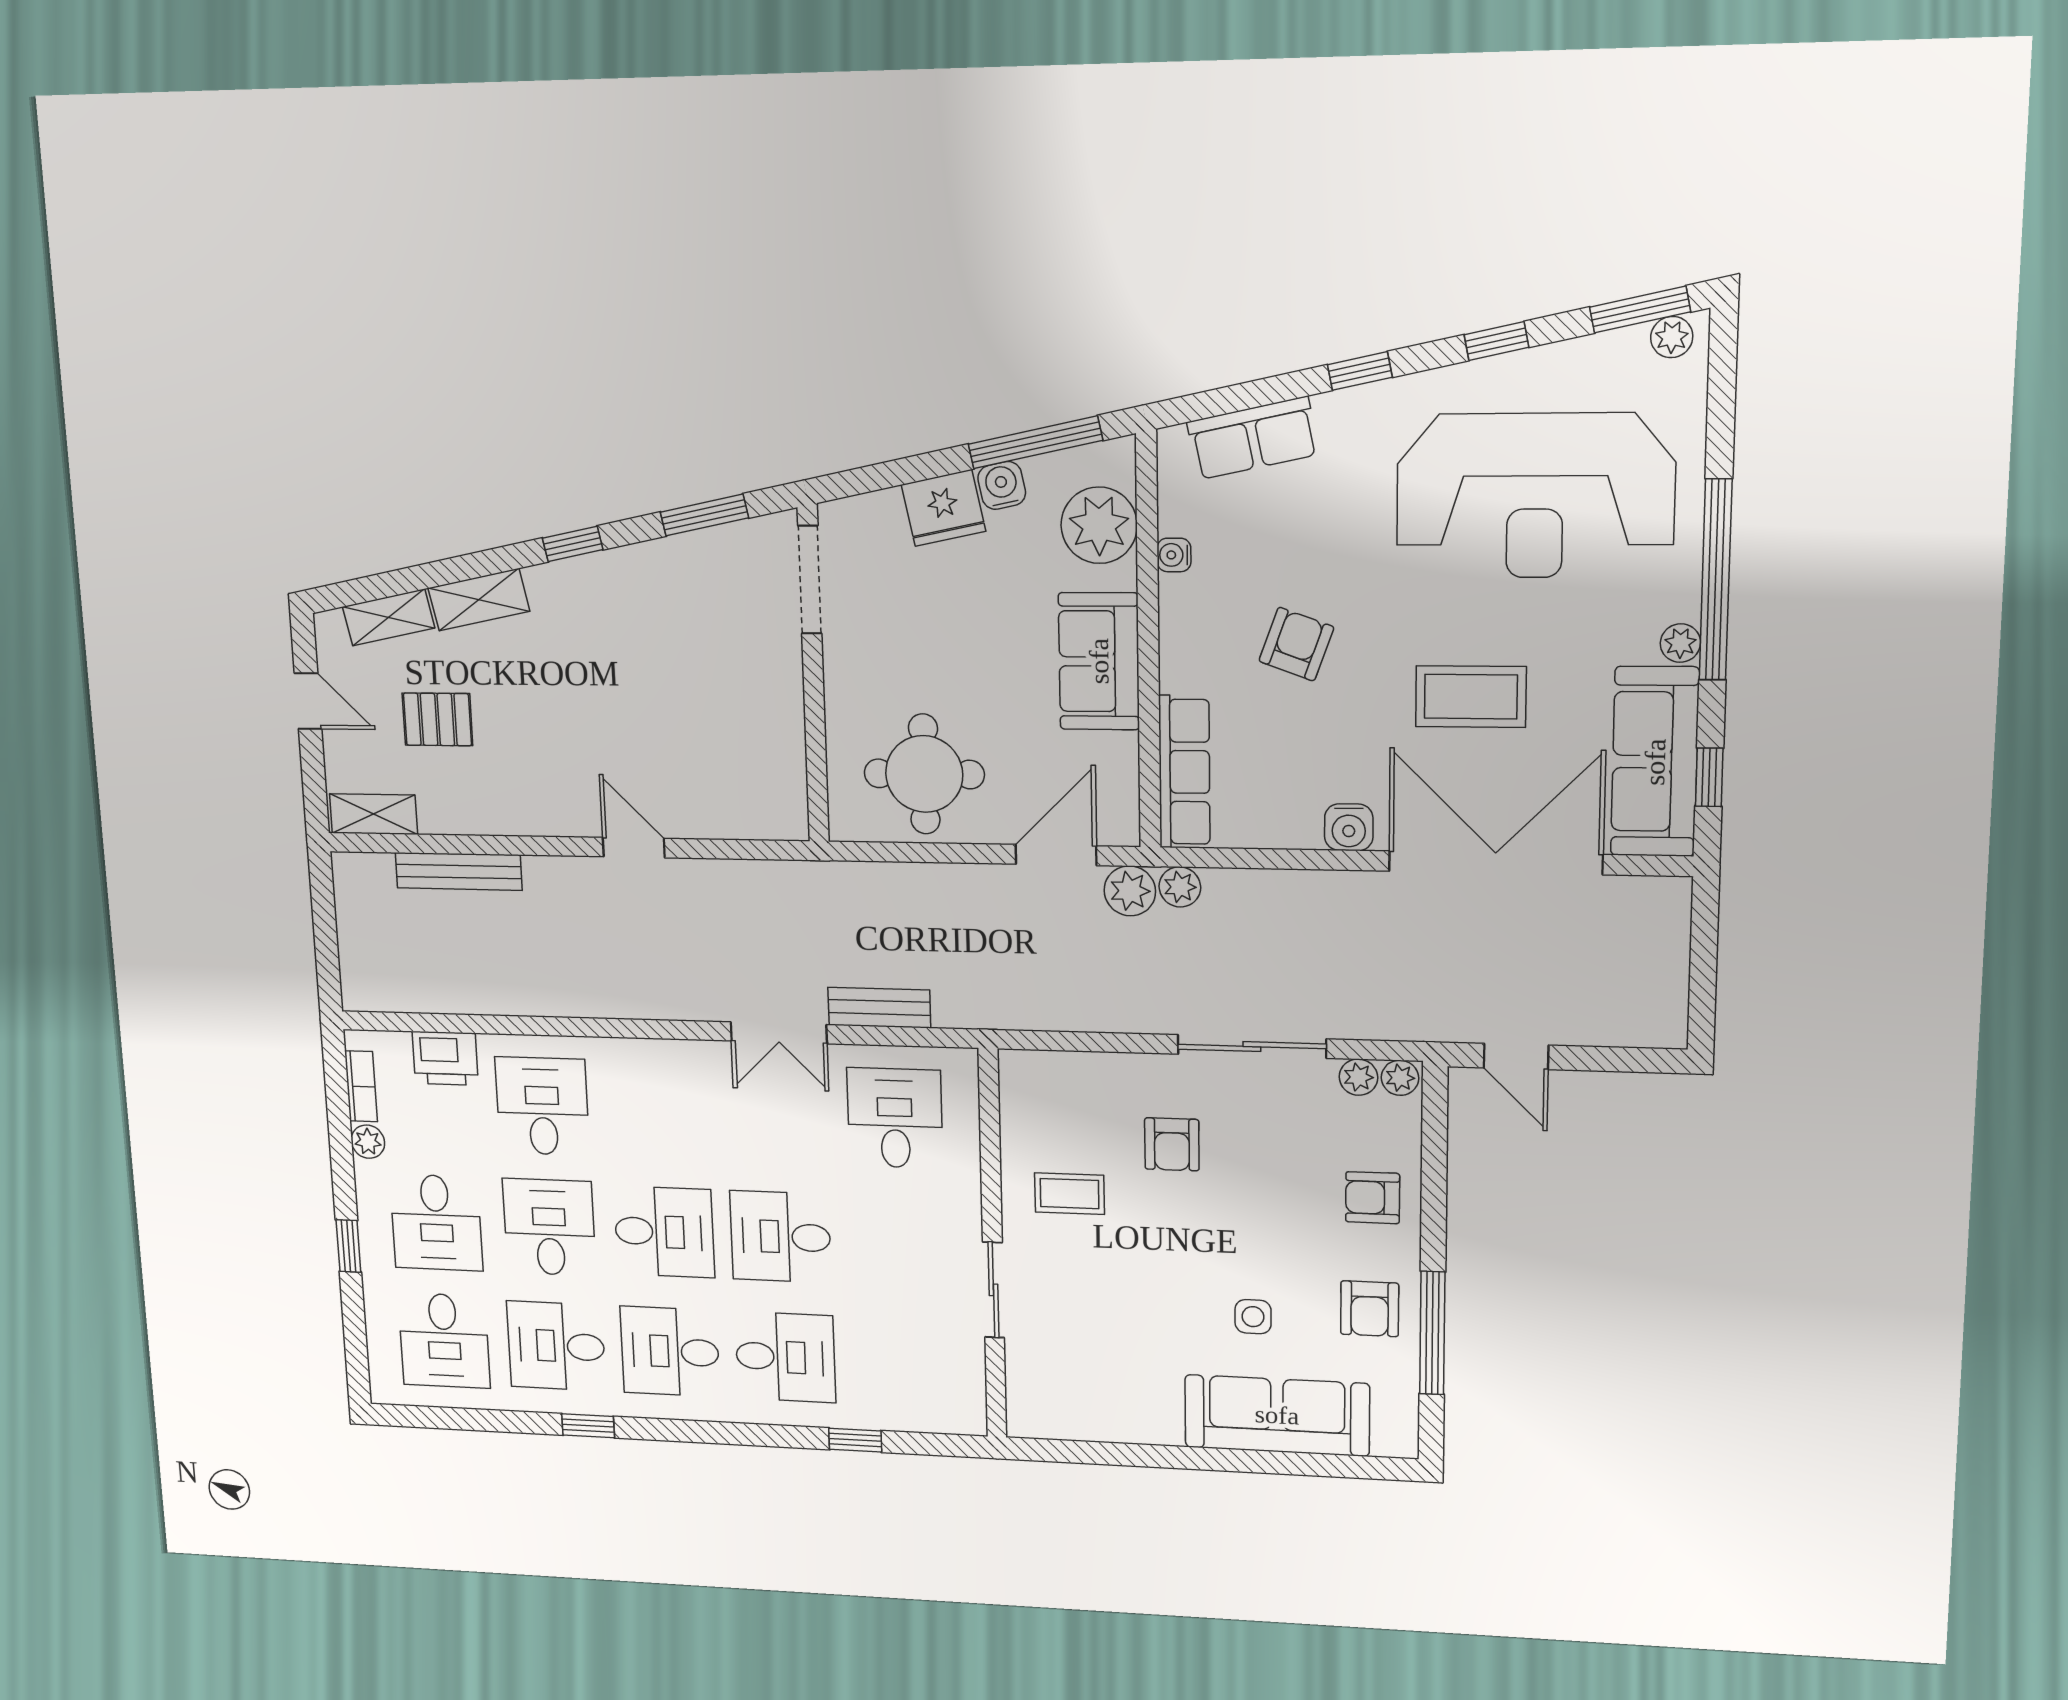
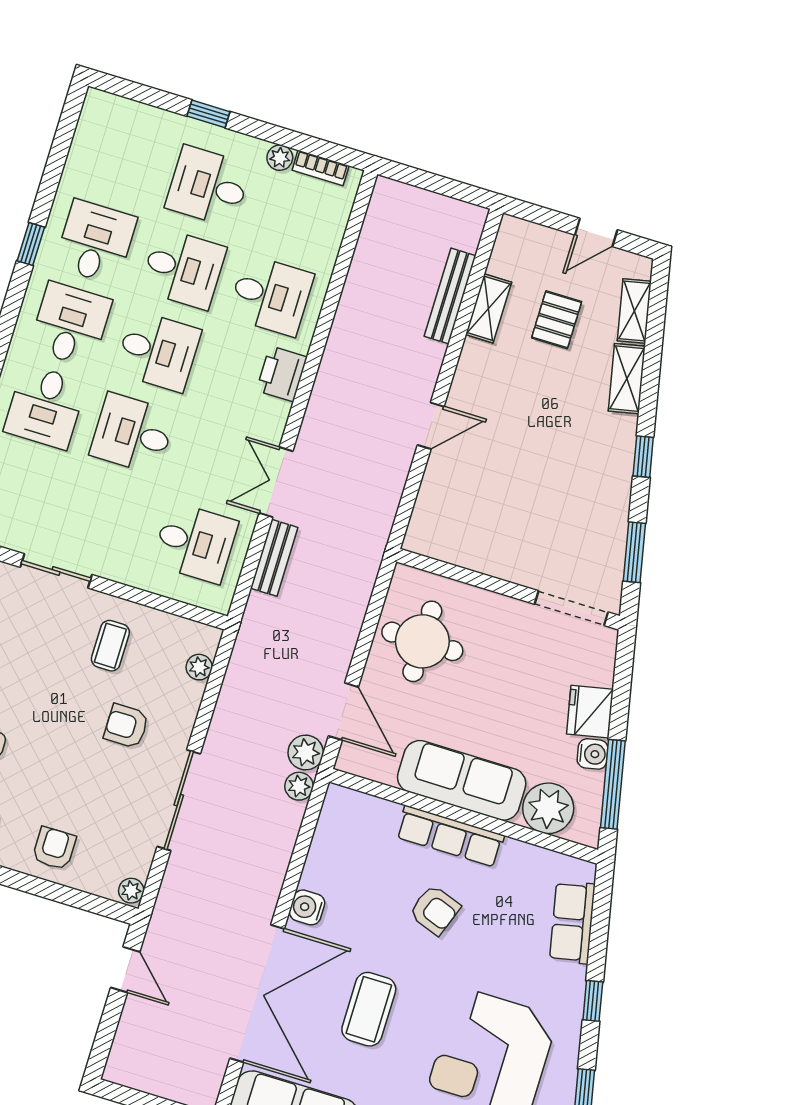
water cooler: (1174, 555) -> (515, 850), removed
sofa: (1099, 661) -> (462, 780), width x1.36
row of seats: (1184, 772) -> (450, 836), moved
shelving: (374, 814) -> (489, 308), moved
door: (1516, 1057) -> (125, 970), swing flipped
printer: (445, 1058) -> (282, 374), moved
plant: (1358, 1077) -> (199, 667), moved
desk: (664, 1232) -> (158, 351), turned -90
desk: (781, 1237) -> (133, 434), turned -90
desk: (444, 1340) -> (121, 160), removed

